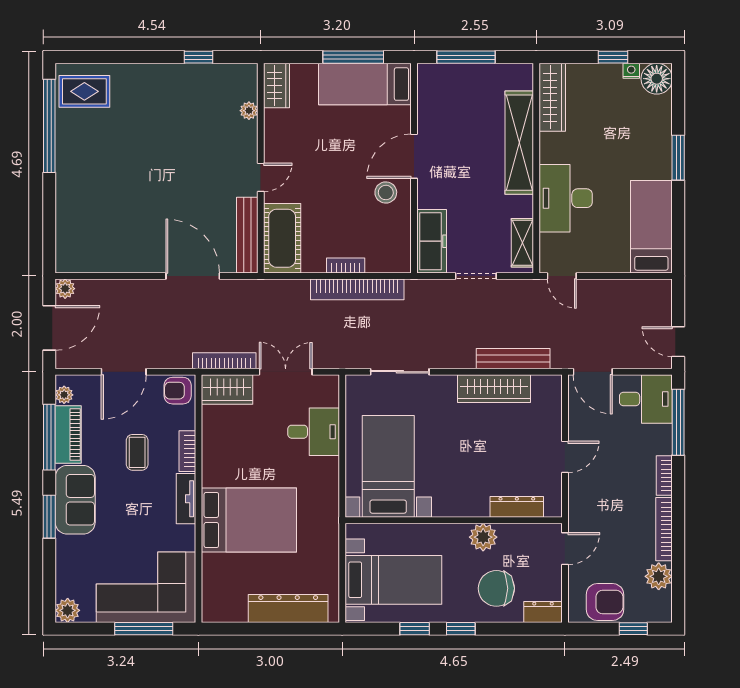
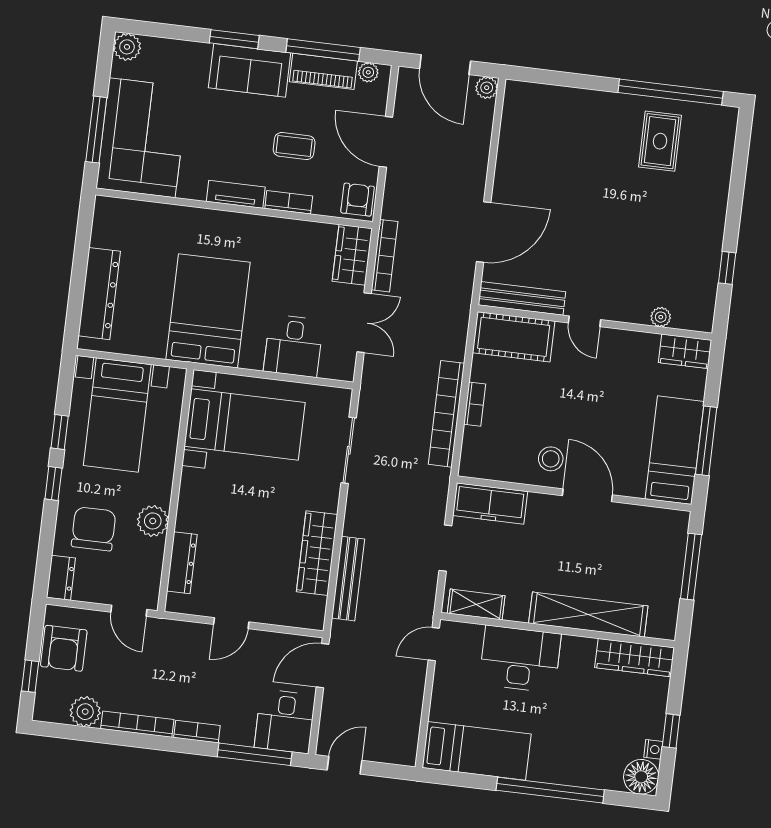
rug: (84, 91) -> (660, 141), moved
window: (678, 158) -> (550, 790), width x2.11
door: (565, 457) -> (231, 623), hinge flipped
bed: (249, 520) -> (208, 311), moved, turned 180

